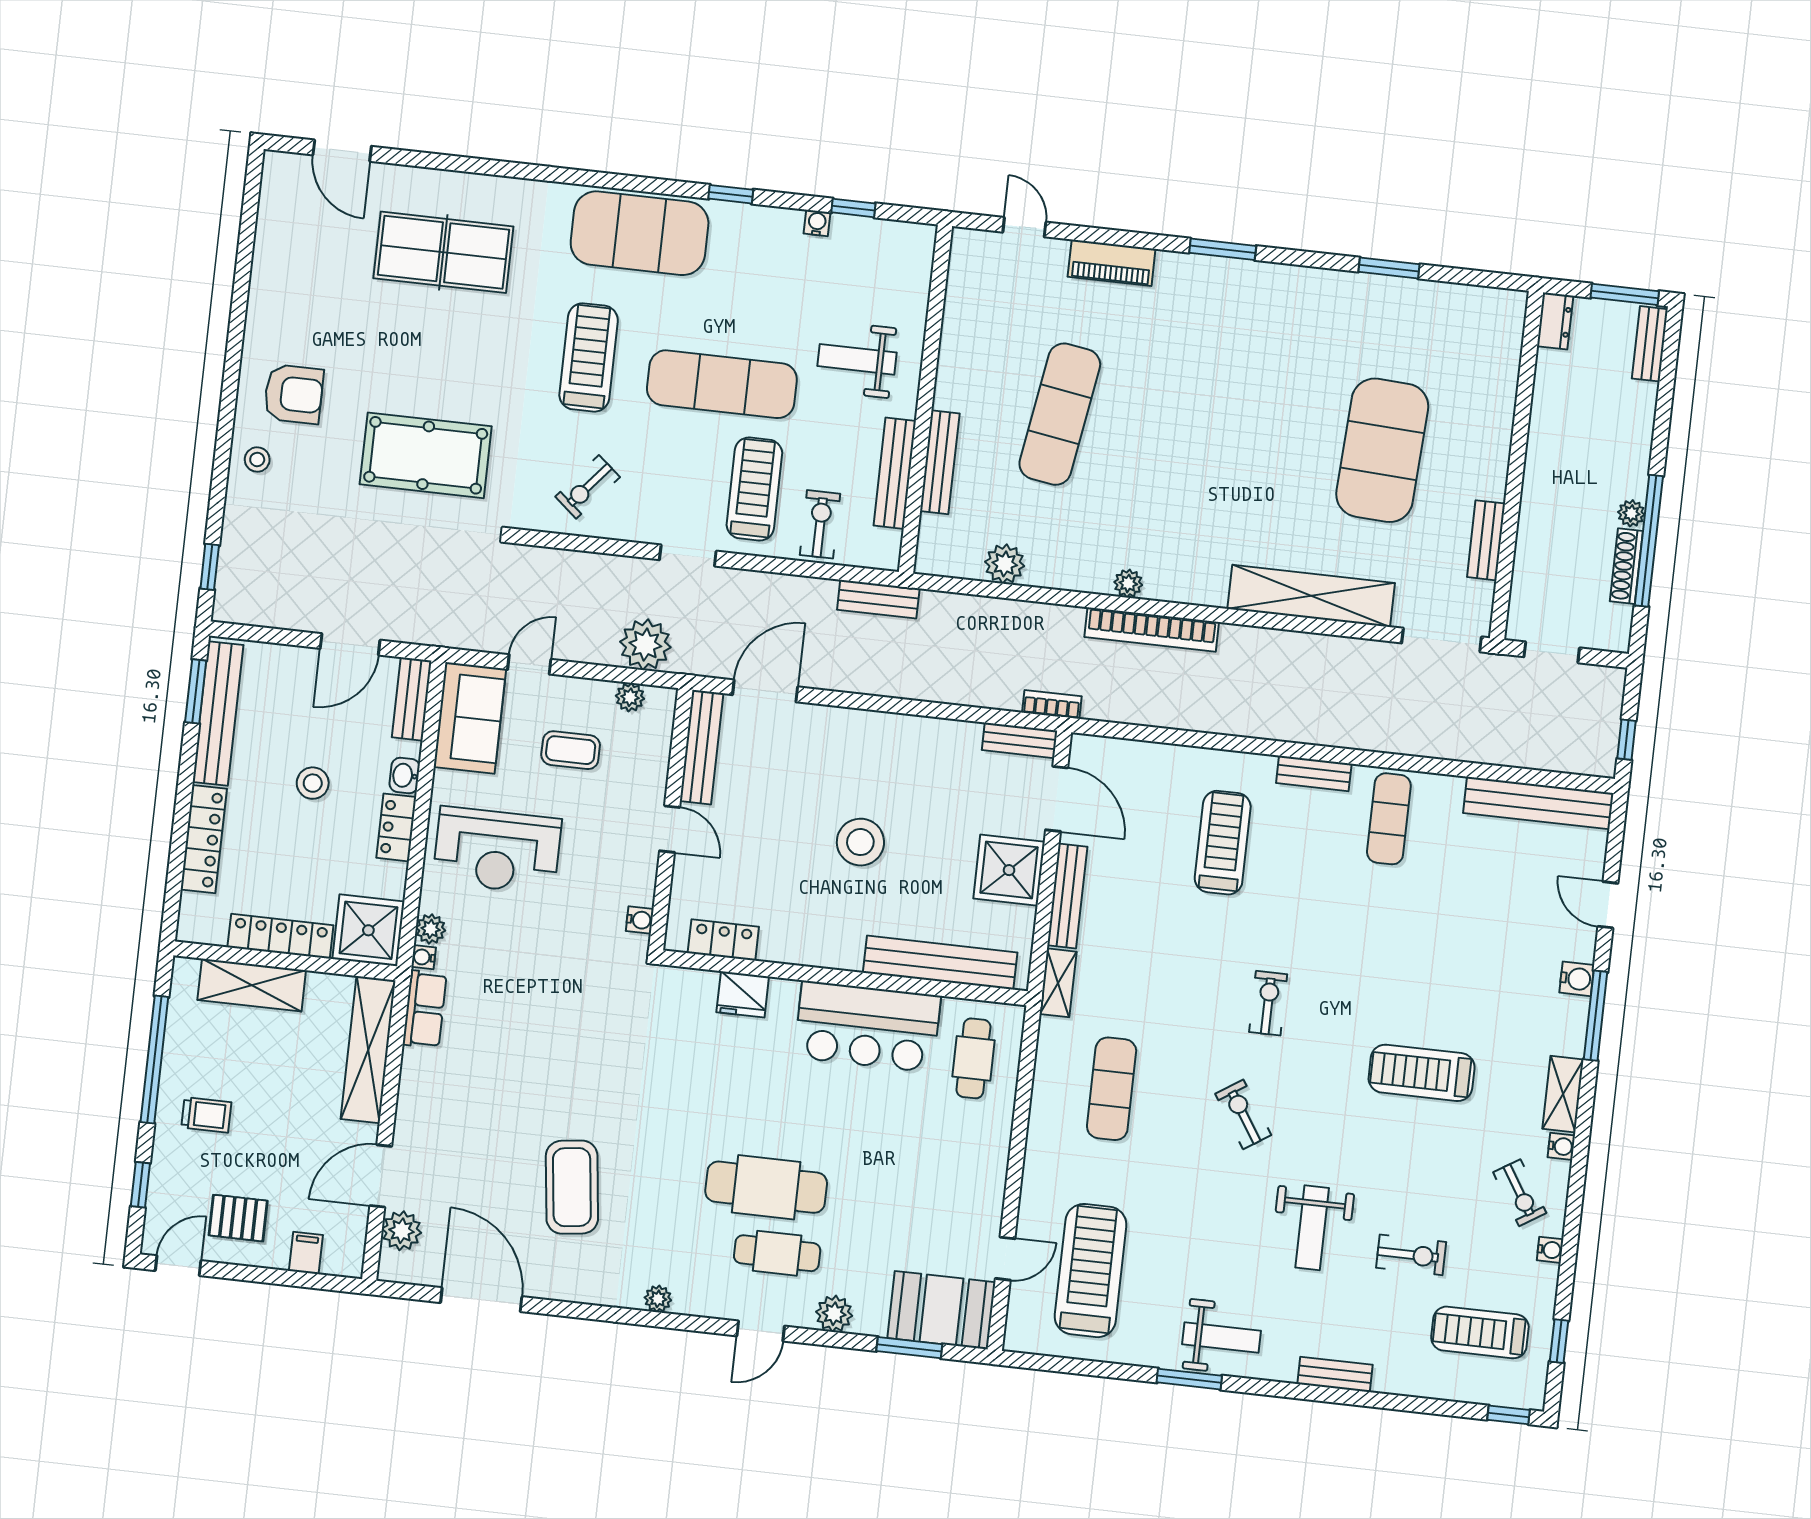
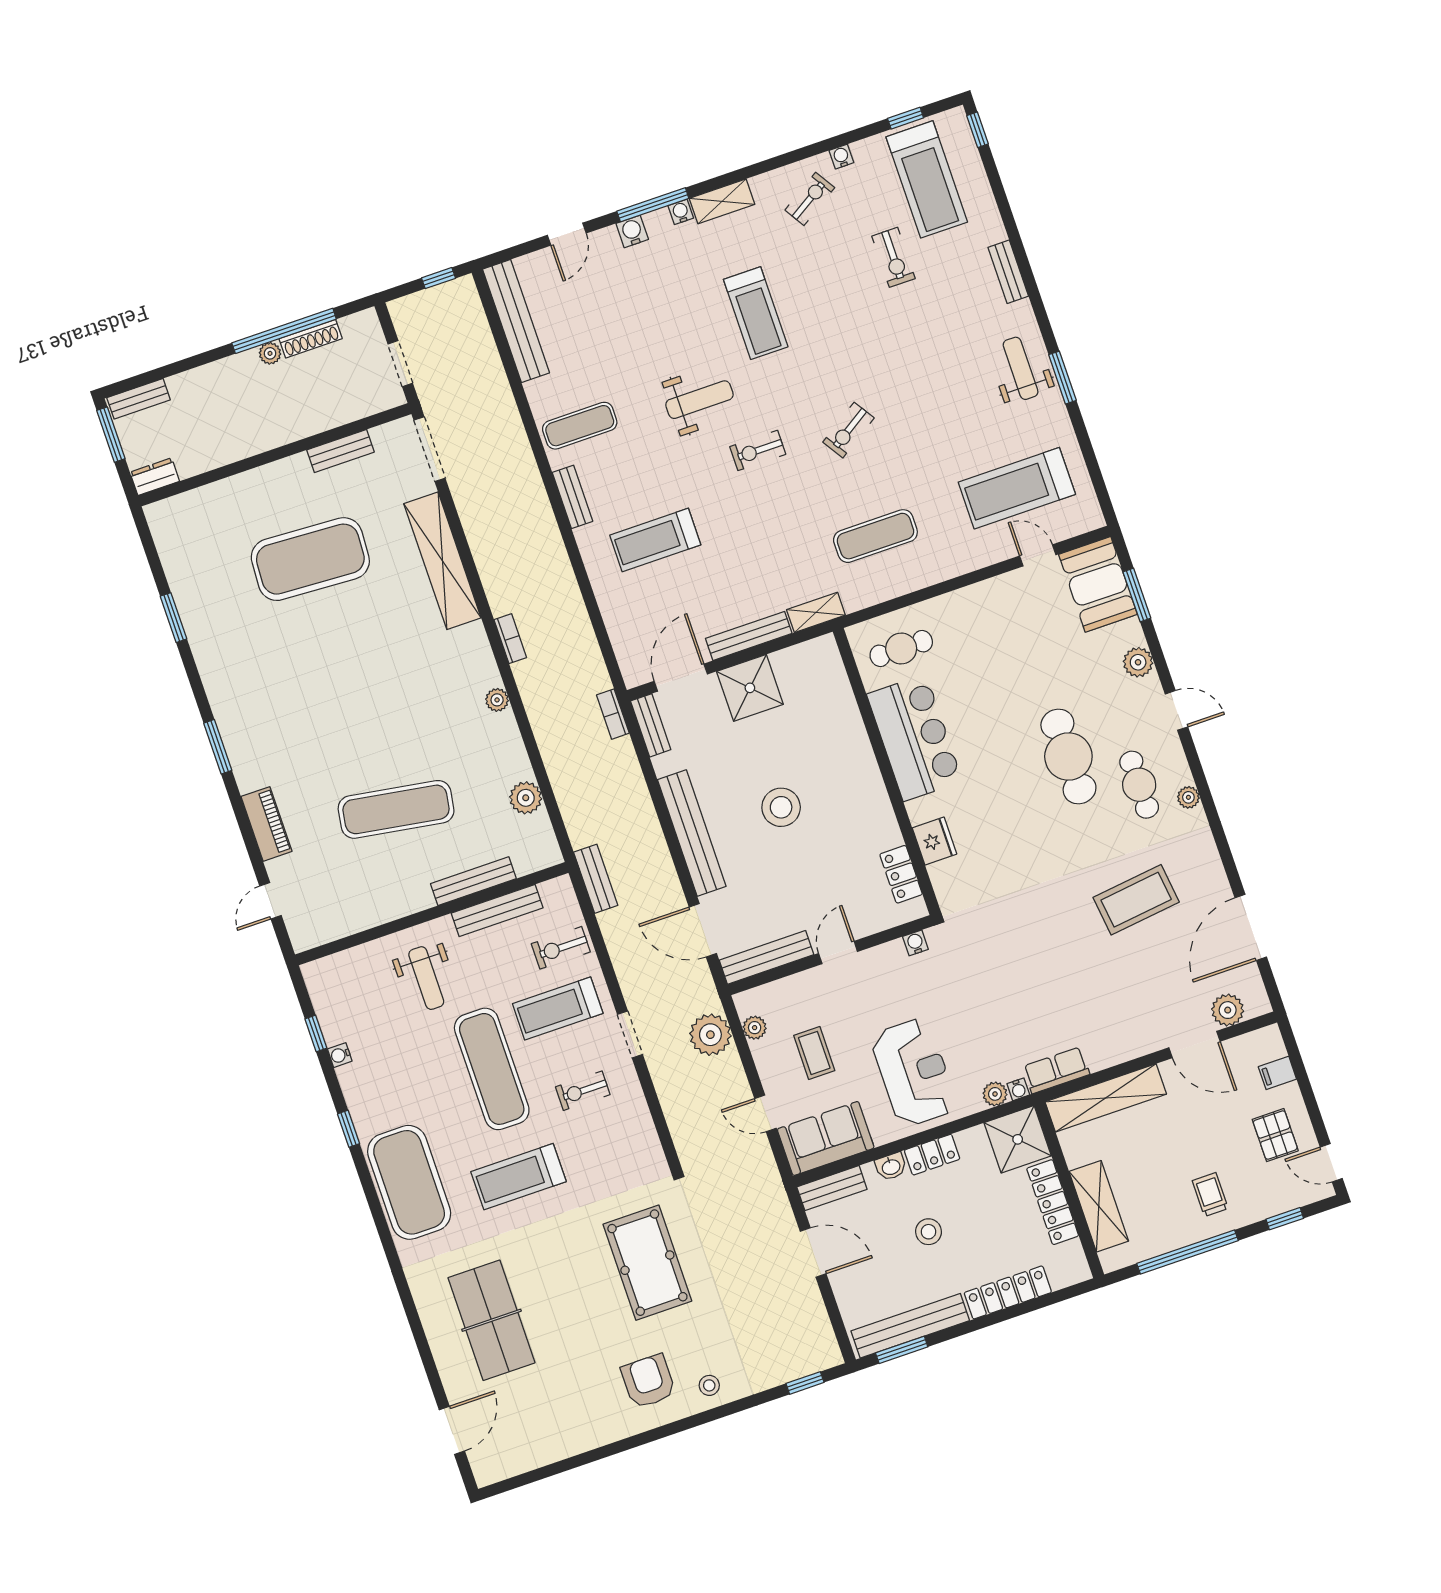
exercise bike: (588, 487) -> (583, 1091), moved, turned 140
bookcase: (1152, 630) -> (510, 639), width x0.43, depth x0.76
bench: (940, 963) -> (692, 833), moved
water cooler: (1561, 1146) -> (681, 212), moved
weight bench: (1312, 1228) -> (699, 400), moved
cafe table: (777, 1253) -> (1139, 785), moved
exercise bike: (1411, 1255) -> (894, 257), turned 180
treadmill: (1480, 1332) -> (927, 179), width x1.37, depth x1.38

